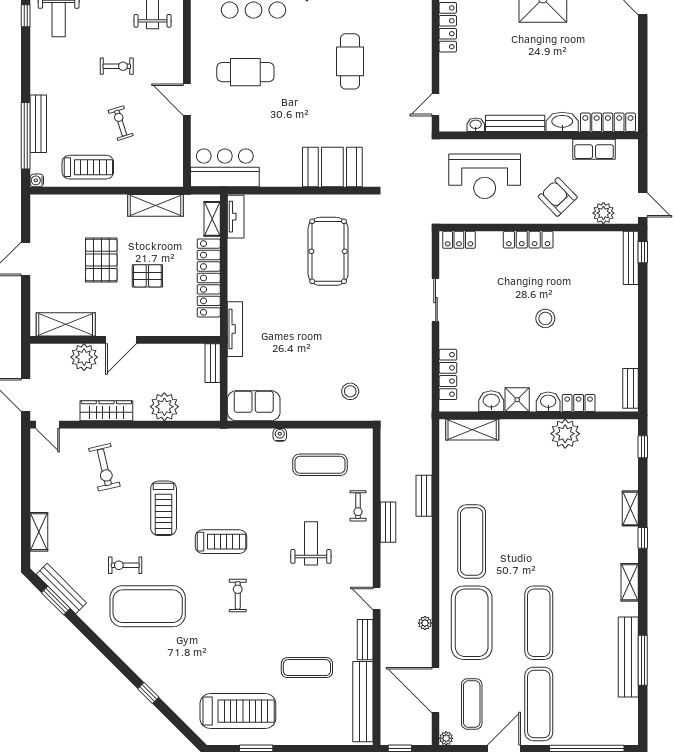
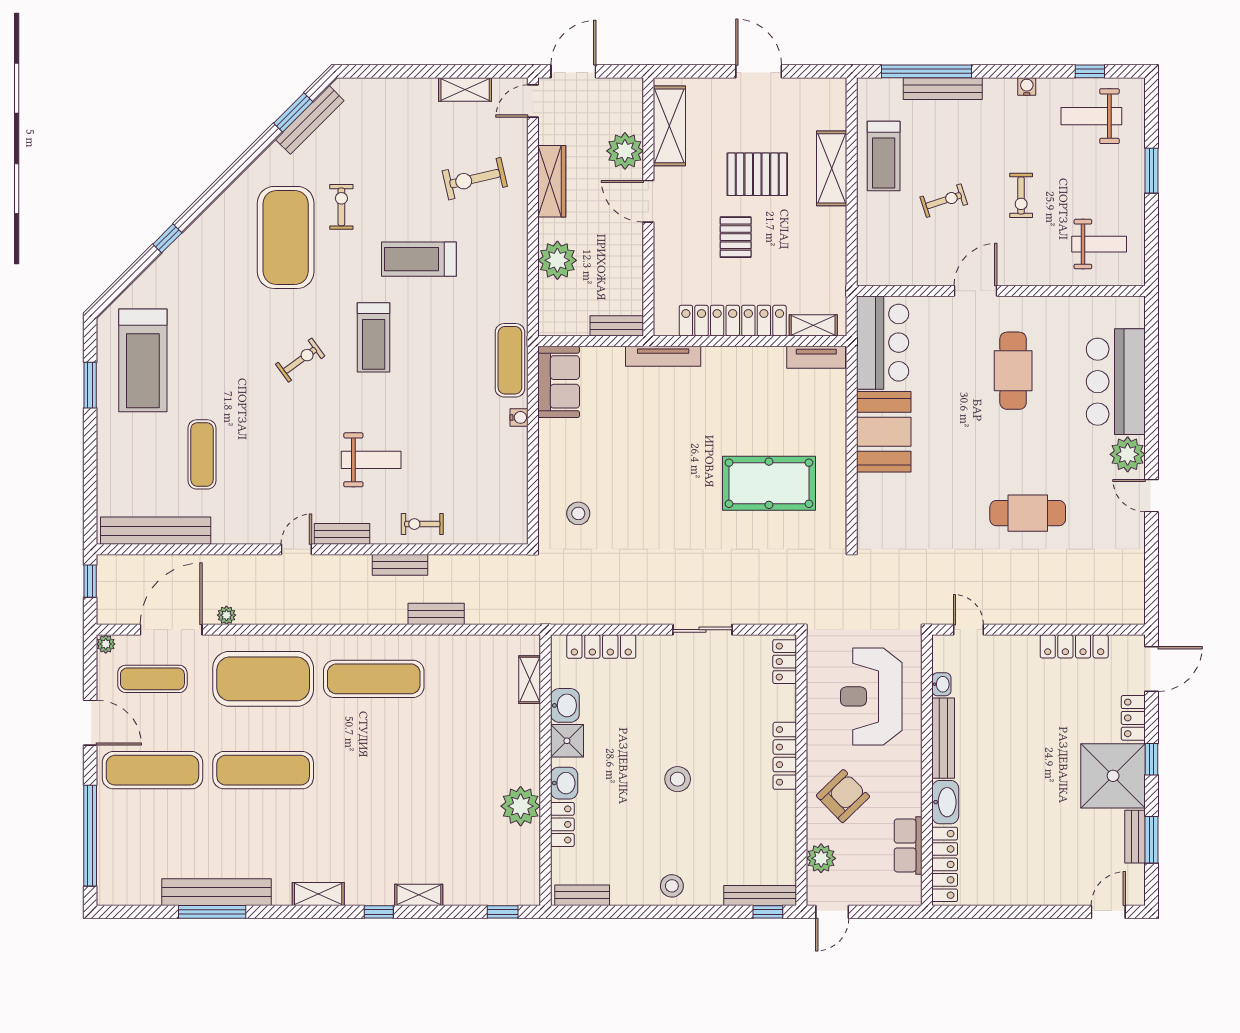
booth: (332, 167) -> (884, 432), moved
water cooler: (37, 180) -> (1027, 87), moved
shelving: (155, 205) -> (832, 168), moved
stool: (624, 323) -> (672, 886), added
shelving: (472, 430) -> (530, 680), width x0.67, depth x0.75
exercise mat: (320, 465) -> (510, 360), moved
shelving: (39, 532) -> (465, 89), moved
exercise bike: (238, 596) -> (300, 360), turned -36
plant: (425, 623) -> (226, 615), moved
bench: (365, 640) -> (342, 534), moved

